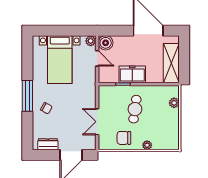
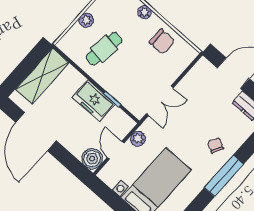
plant: (91, 41) -> (138, 139), moved
plant: (174, 103) -> (86, 20), moved
cafe table: (135, 109) -> (104, 49), moved
double door: (97, 122) -> (160, 101), moved

